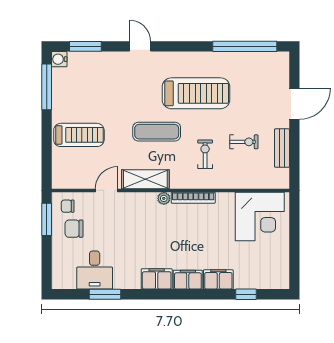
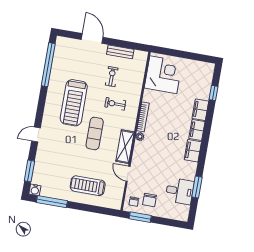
treadmill: (196, 93) -> (74, 103), turned 180
treadmill: (79, 135) -> (88, 186), turned -90

